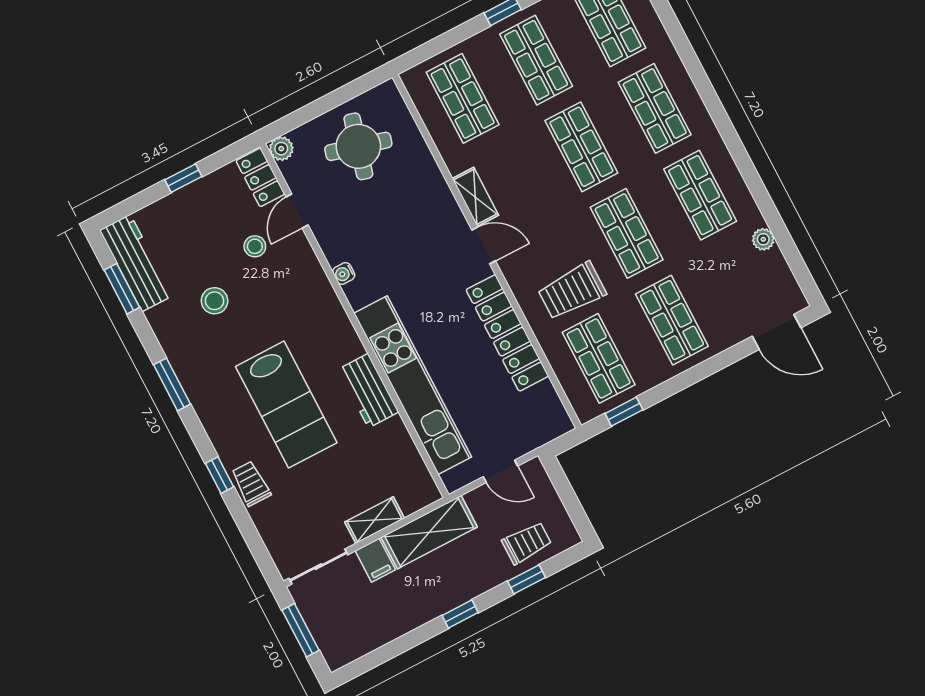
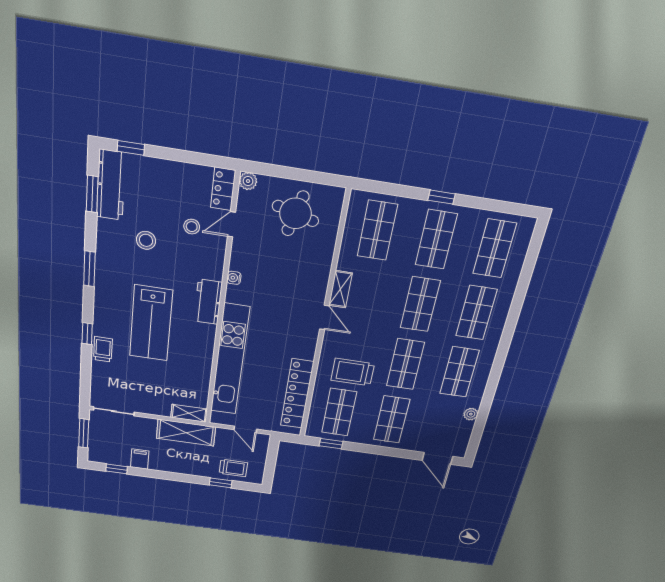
window: (183, 178) -> (131, 148), moved
locker: (507, 333) -> (297, 394), moved
workbench: (368, 391) -> (208, 302), moved
shelving: (375, 520) -> (189, 413), moved
filing cabinet: (375, 560) -> (140, 459), moved, turned 180
window: (460, 614) -> (117, 469), moved

